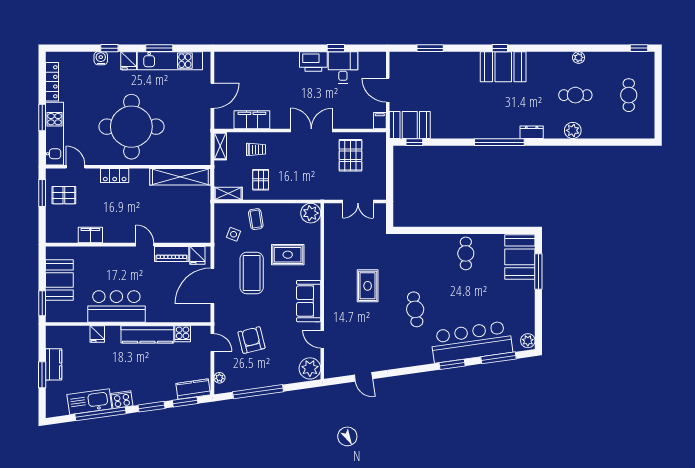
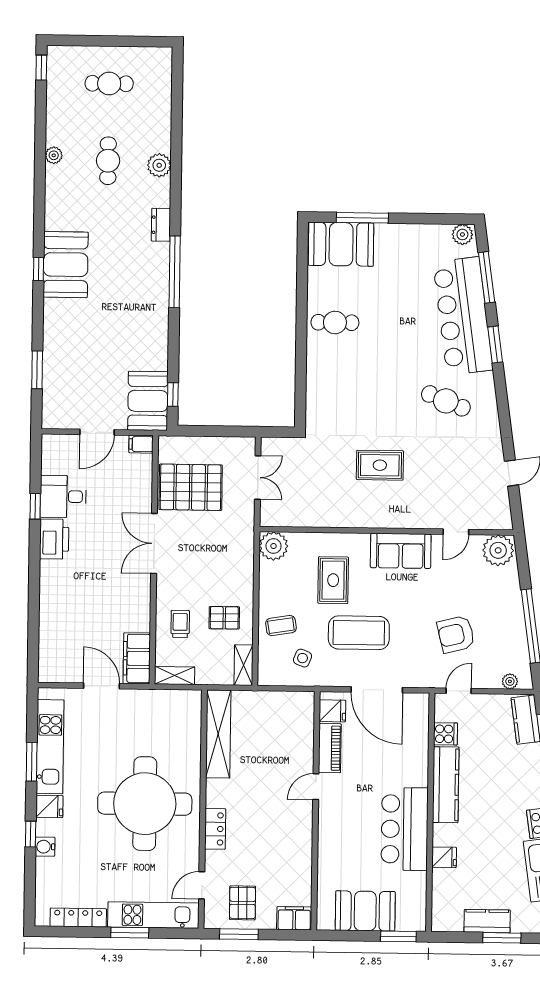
filing cabinet: (252, 120) -> (137, 658), moved
pallet: (351, 155) -> (191, 487), width x1.37, depth x1.41
filing cabinet: (90, 235) -> (294, 918), moved, turned 90
cafe table: (415, 309) -> (446, 401), moved, turned 30

